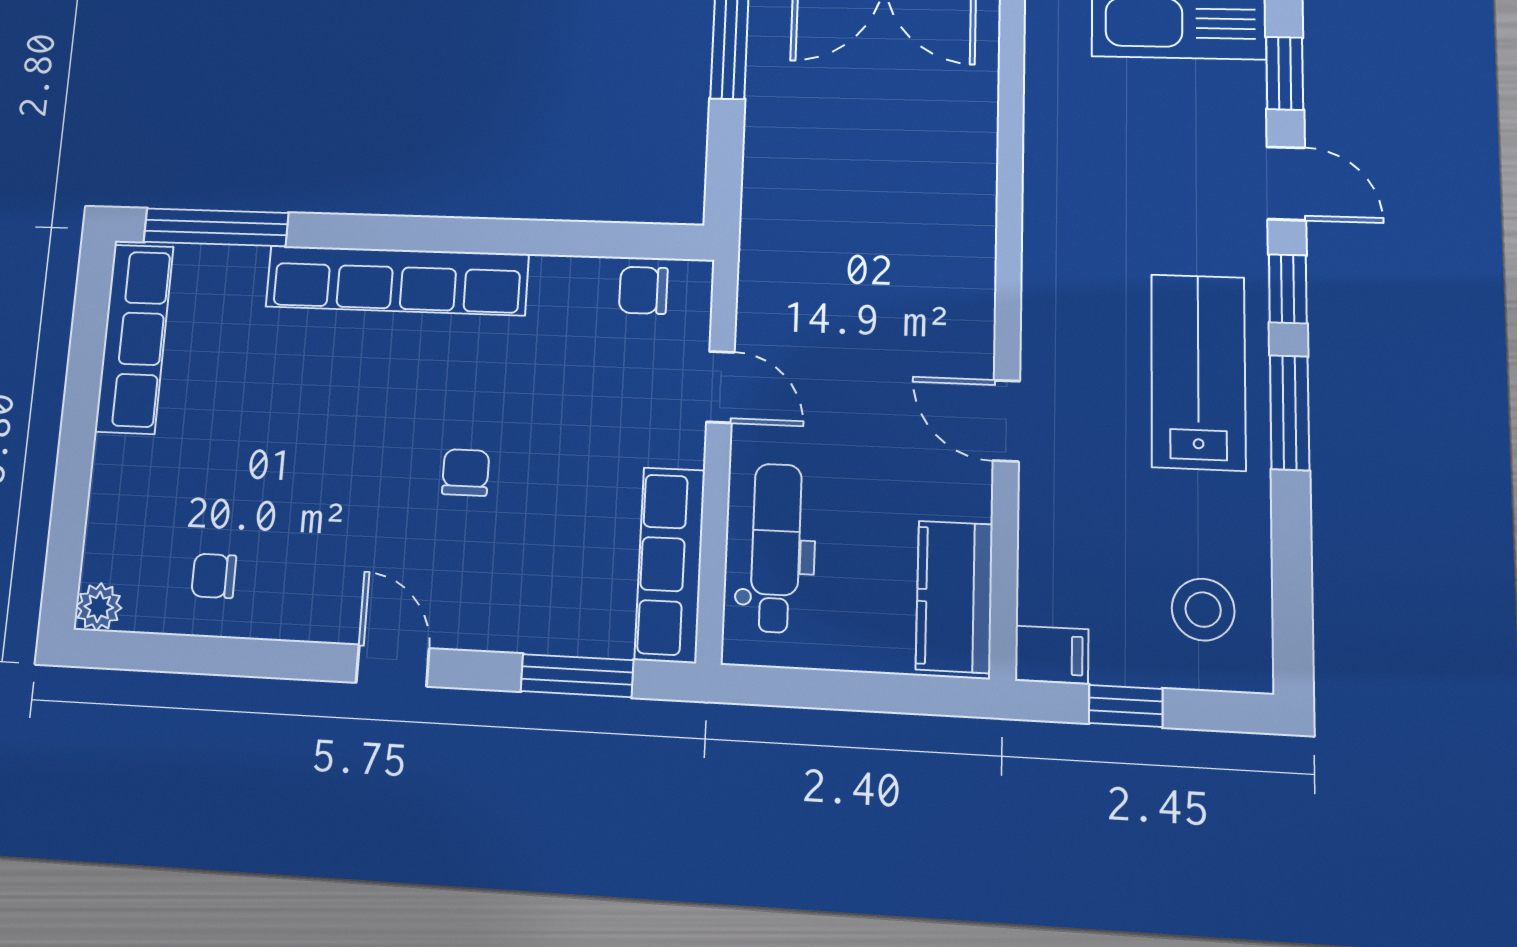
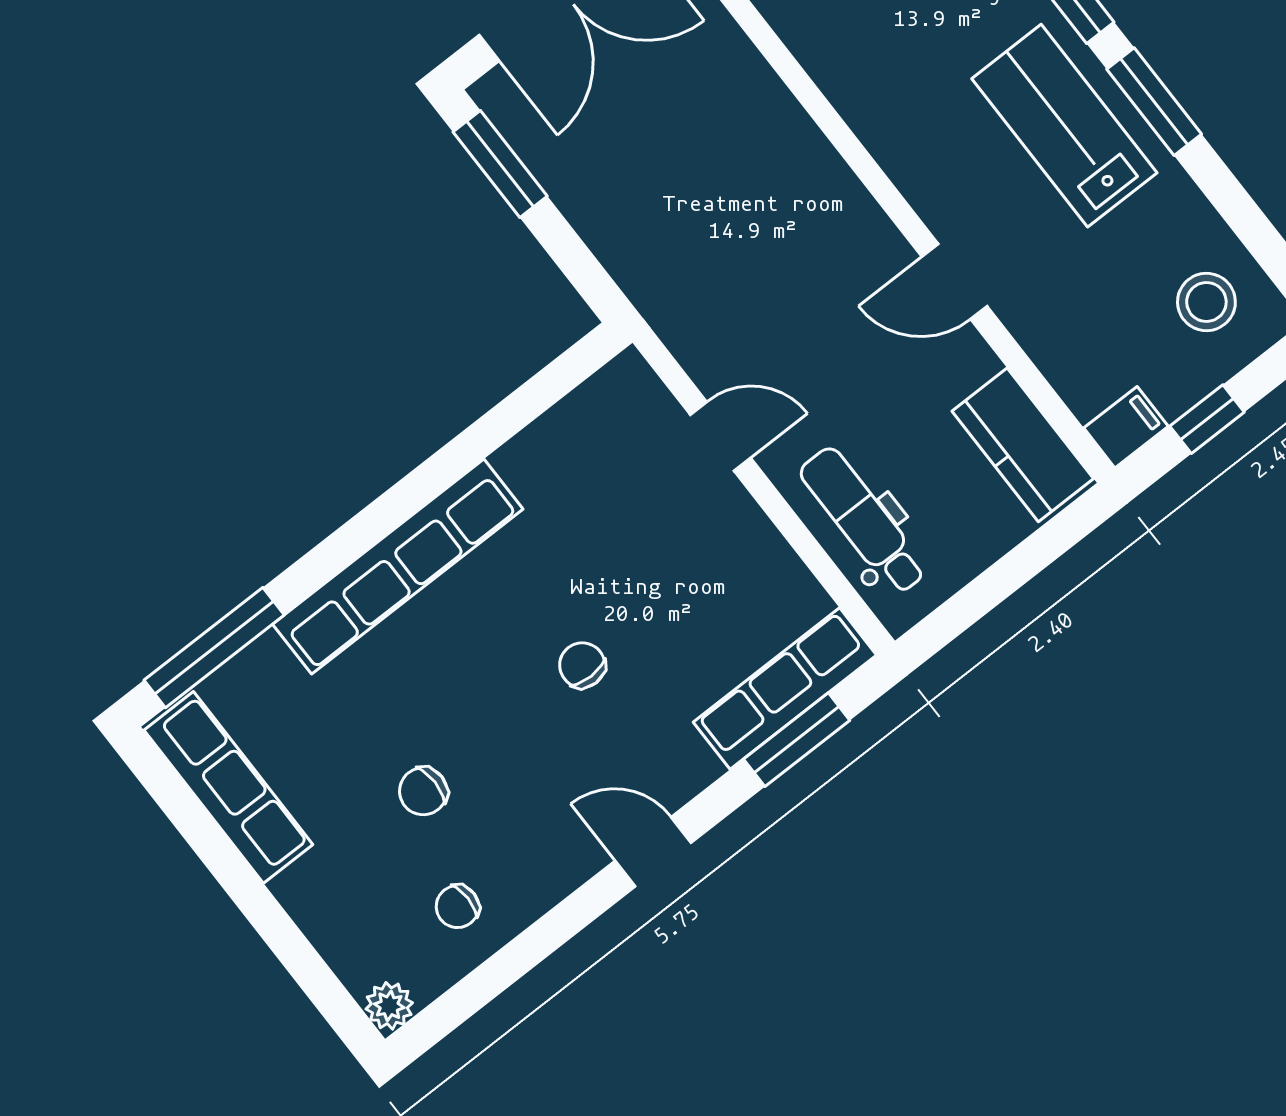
chair: (643, 290) -> (423, 791), moved
row of seats: (670, 565) -> (785, 689), moved, turned 90

